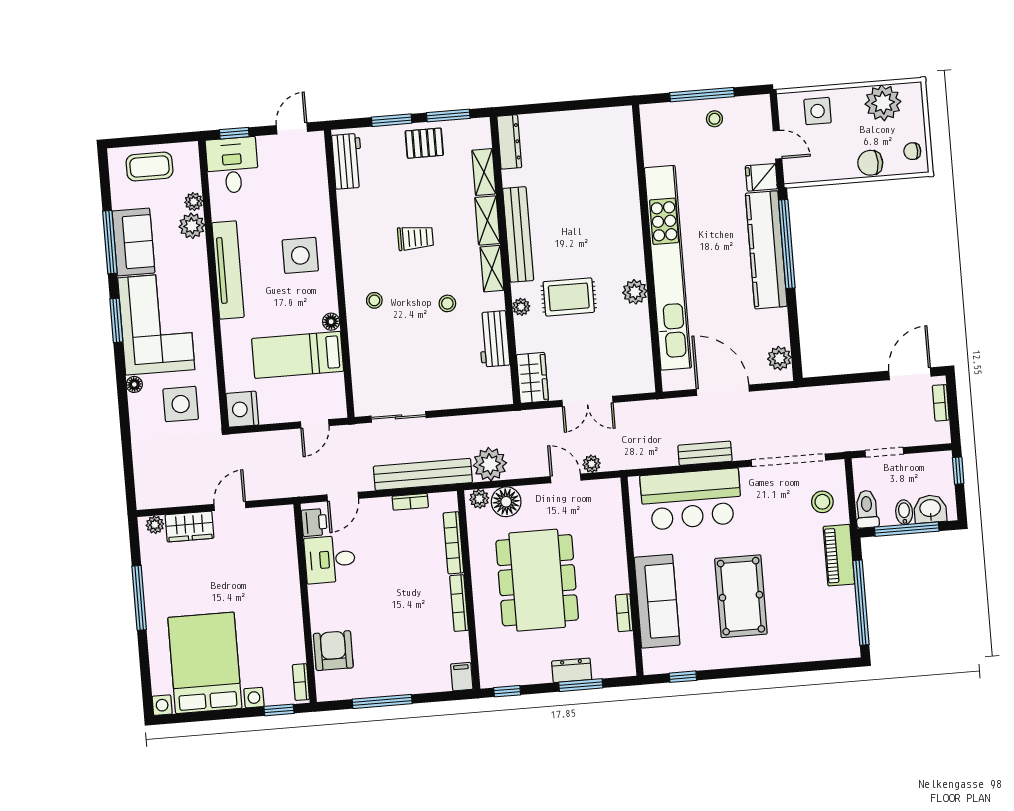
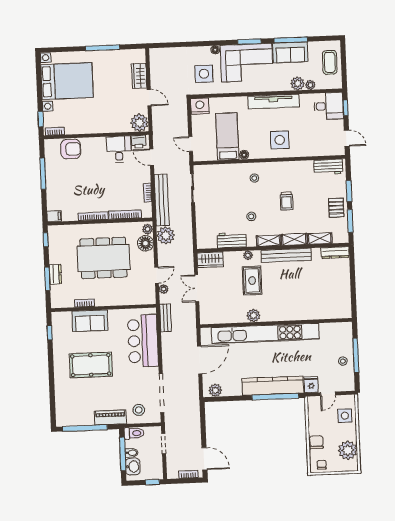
bench: (705, 453) -> (166, 318), moved
plant: (155, 525) -> (139, 123), moved, width x1.88, depth x1.88
sofa: (657, 601) -> (90, 321), width x0.73

